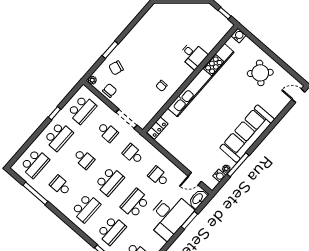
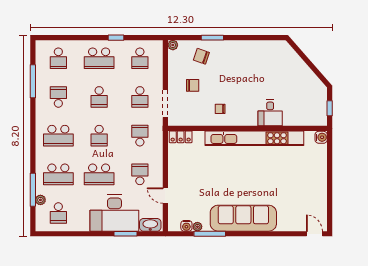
round table: (260, 73) -> (305, 184), removed
chair: (110, 91) -> (193, 85), moved
school desk: (82, 109) -> (140, 58), width x0.54
school desk: (35, 163) -> (58, 58), width x0.54
door: (195, 179) -> (165, 196), moved
school desk: (109, 181) -> (99, 136), width x0.54
school desk: (135, 203) -> (99, 174), turned 180

